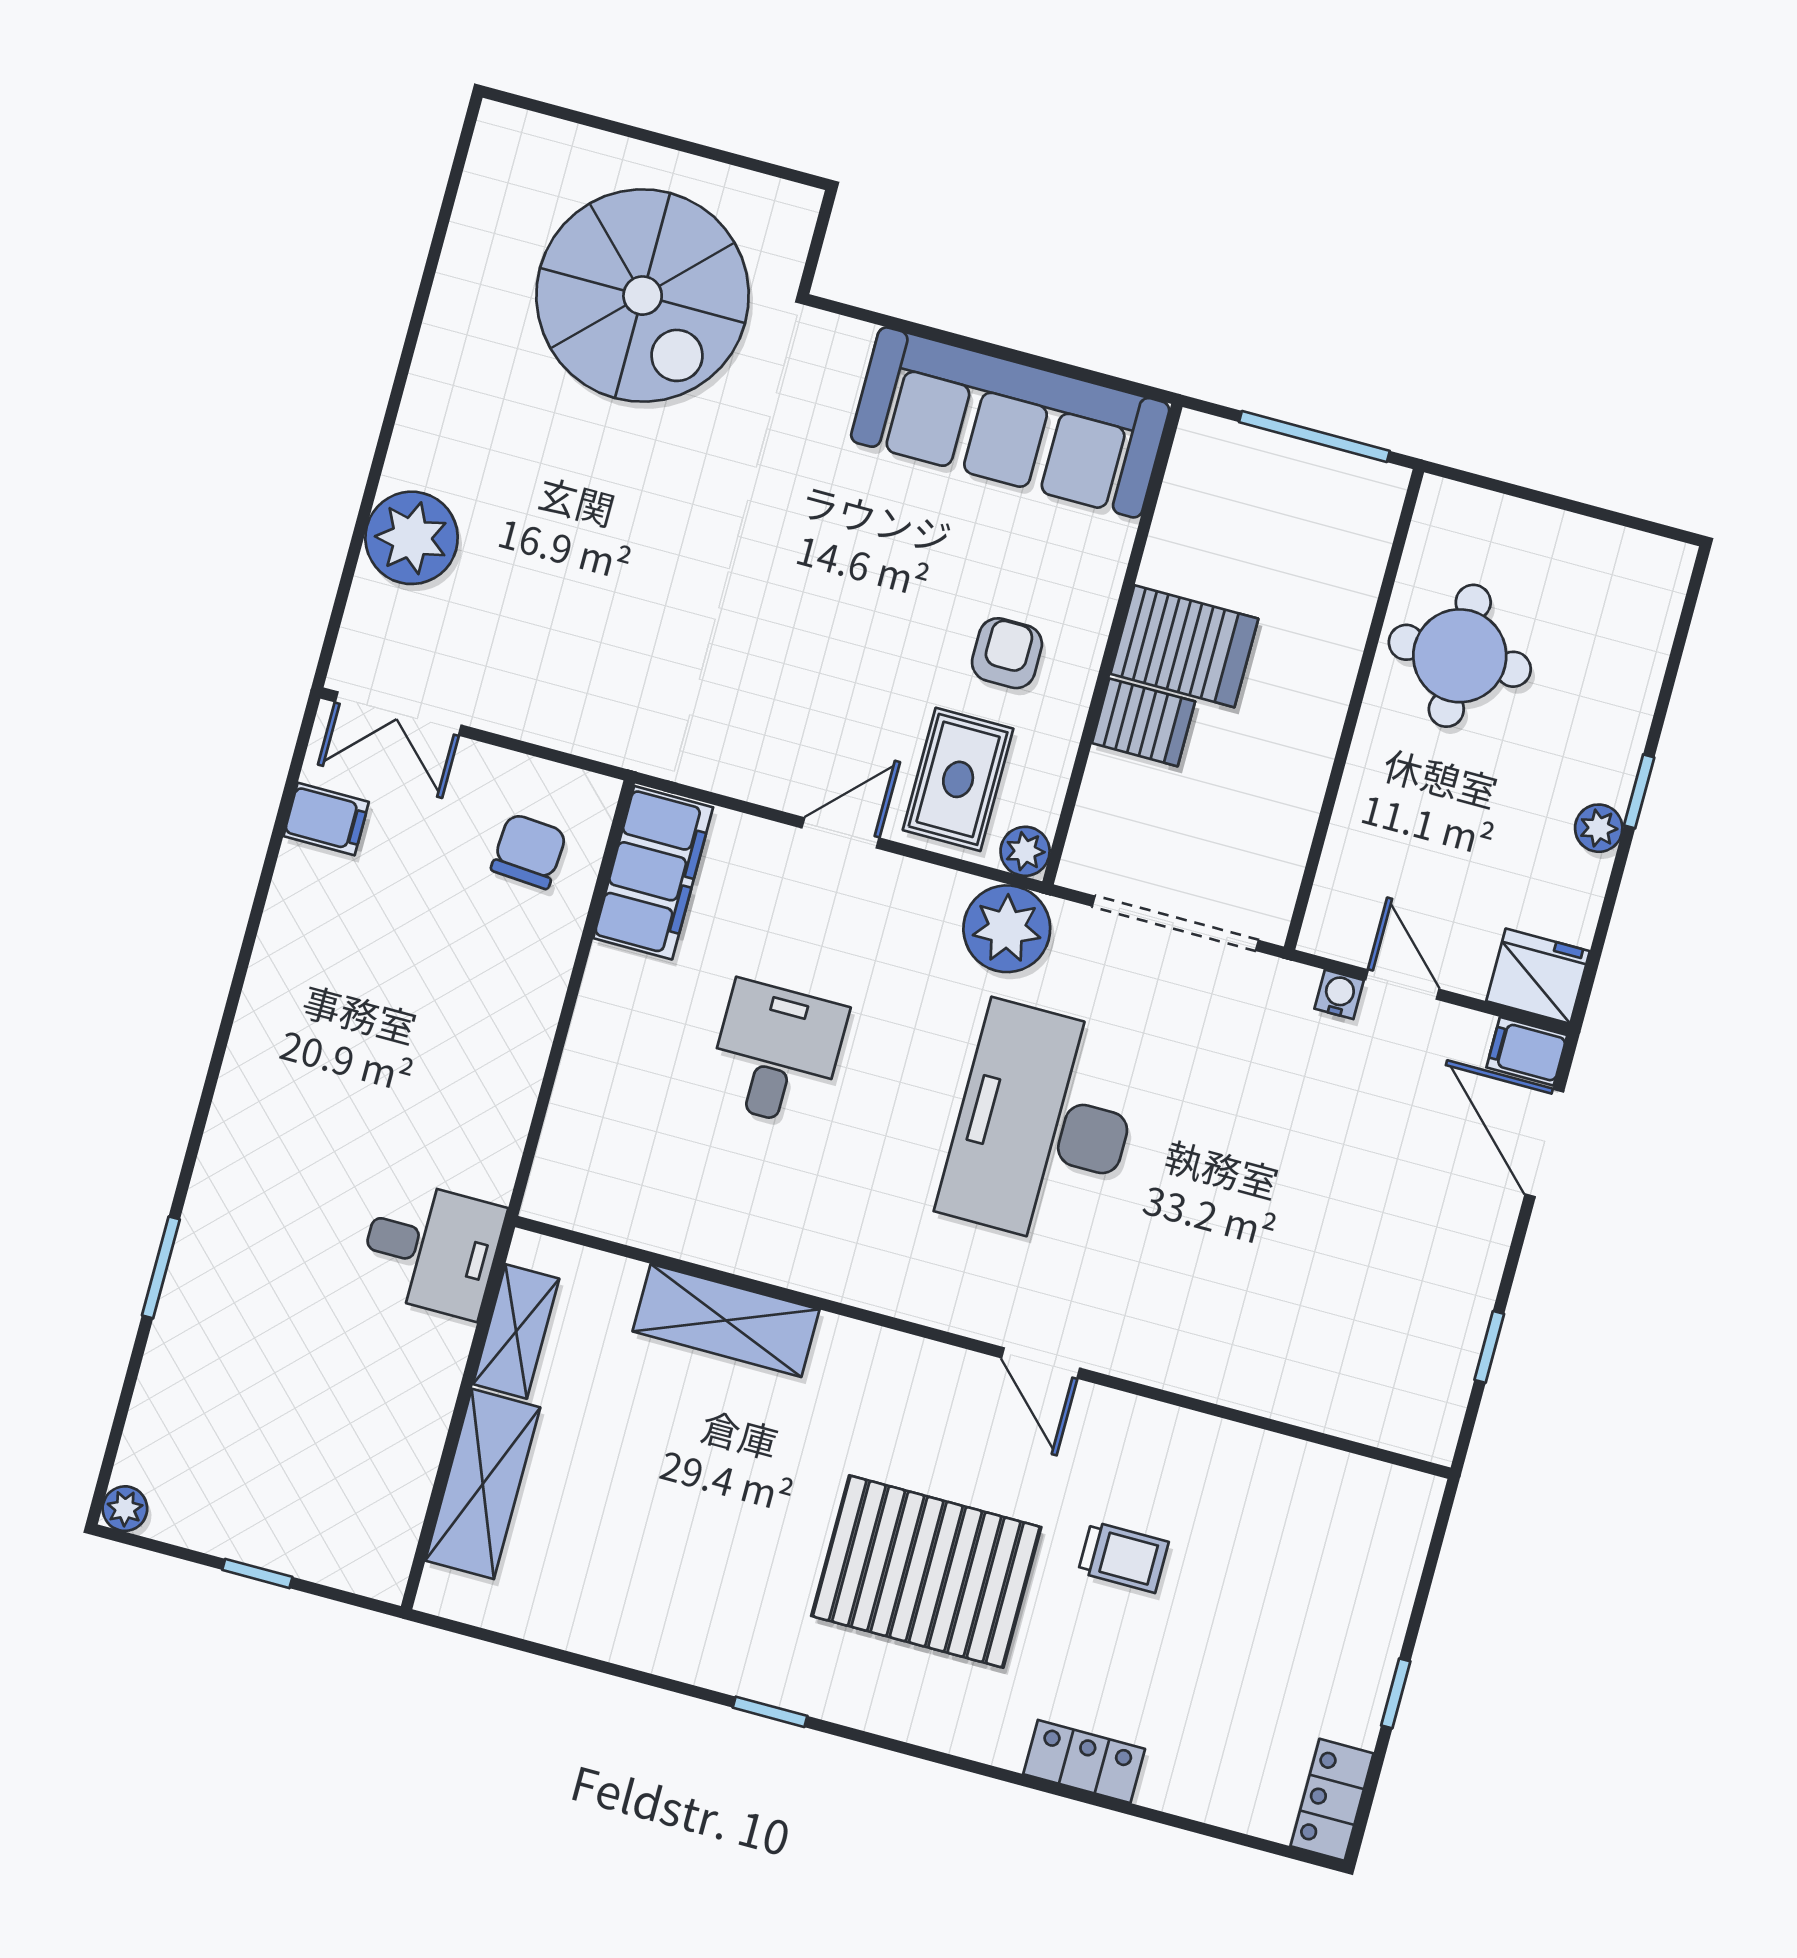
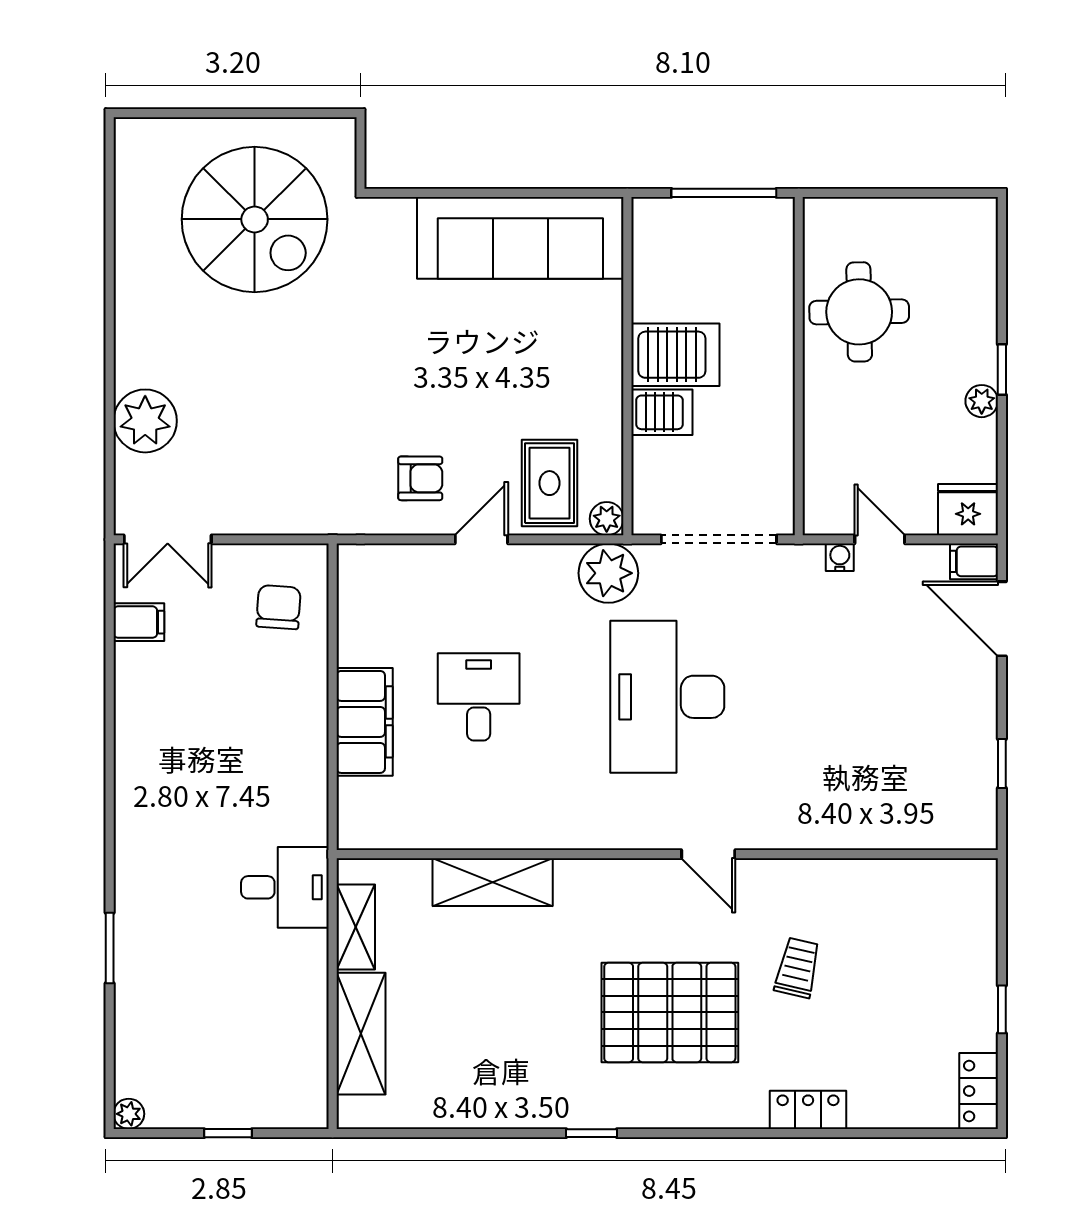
armchair: (1007, 653) -> (420, 478), moved, turned 90
filing cabinet: (653, 873) -> (365, 722), moved
trolley: (1123, 1557) -> (797, 968), turned -77

